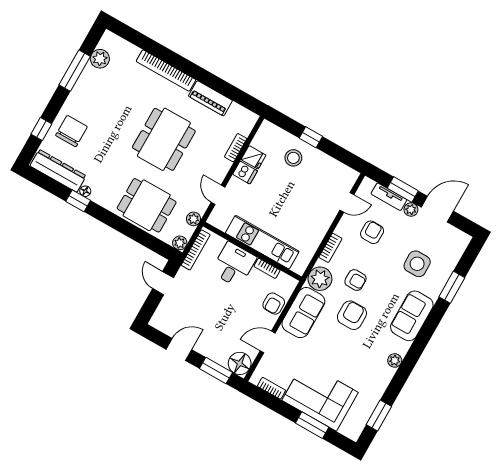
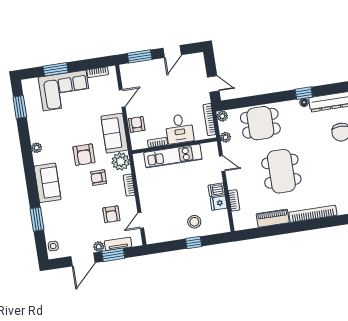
side table: (417, 264) -> (53, 246), moved, width x0.54, depth x0.54
floor lamp: (240, 363) -> (129, 72), removed

